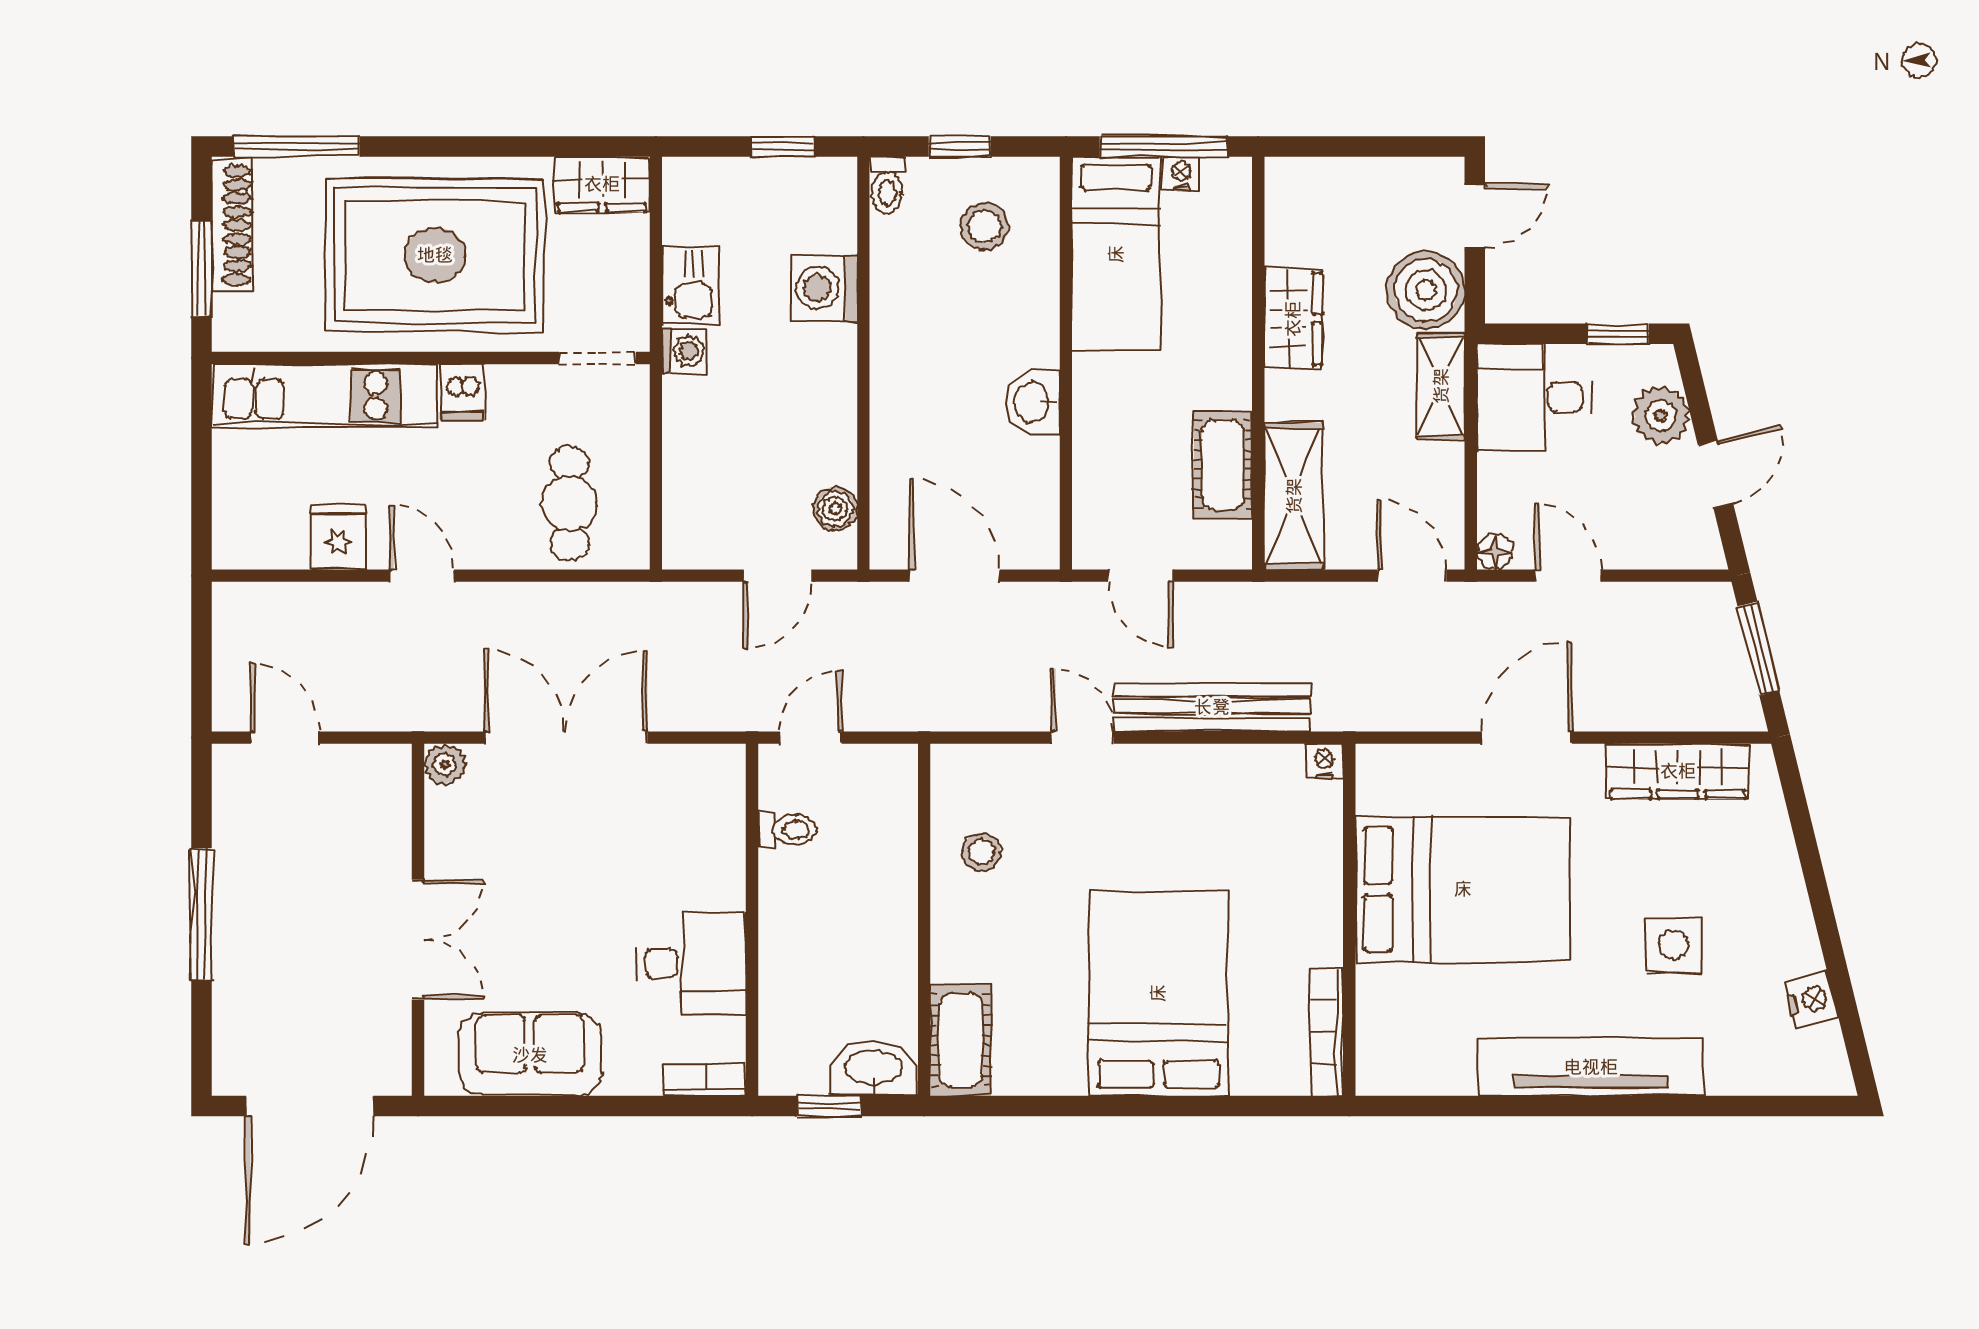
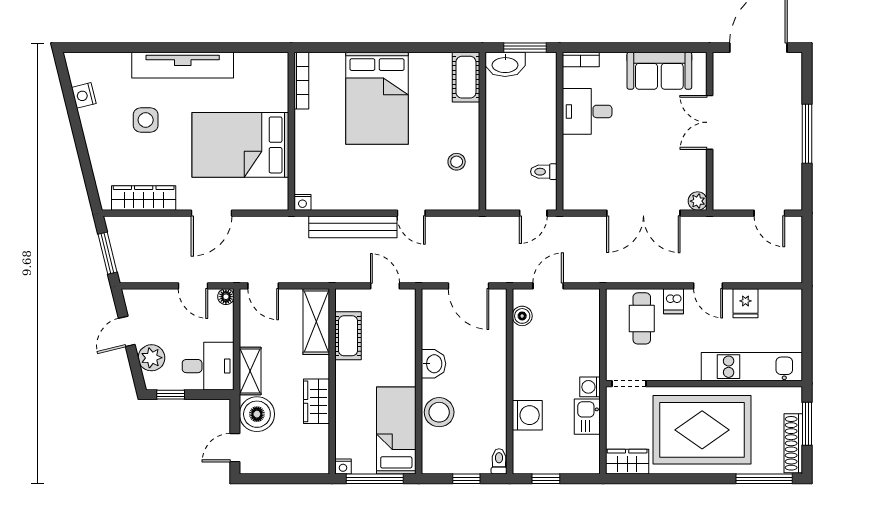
nightstand: (1181, 174) -> (343, 467), moved
stool: (985, 226) -> (439, 412), moved, width x1.38, depth x1.38
dishwasher: (463, 392) -> (674, 301), moved, turned 180
window: (829, 1106) -> (525, 48), width x1.50

